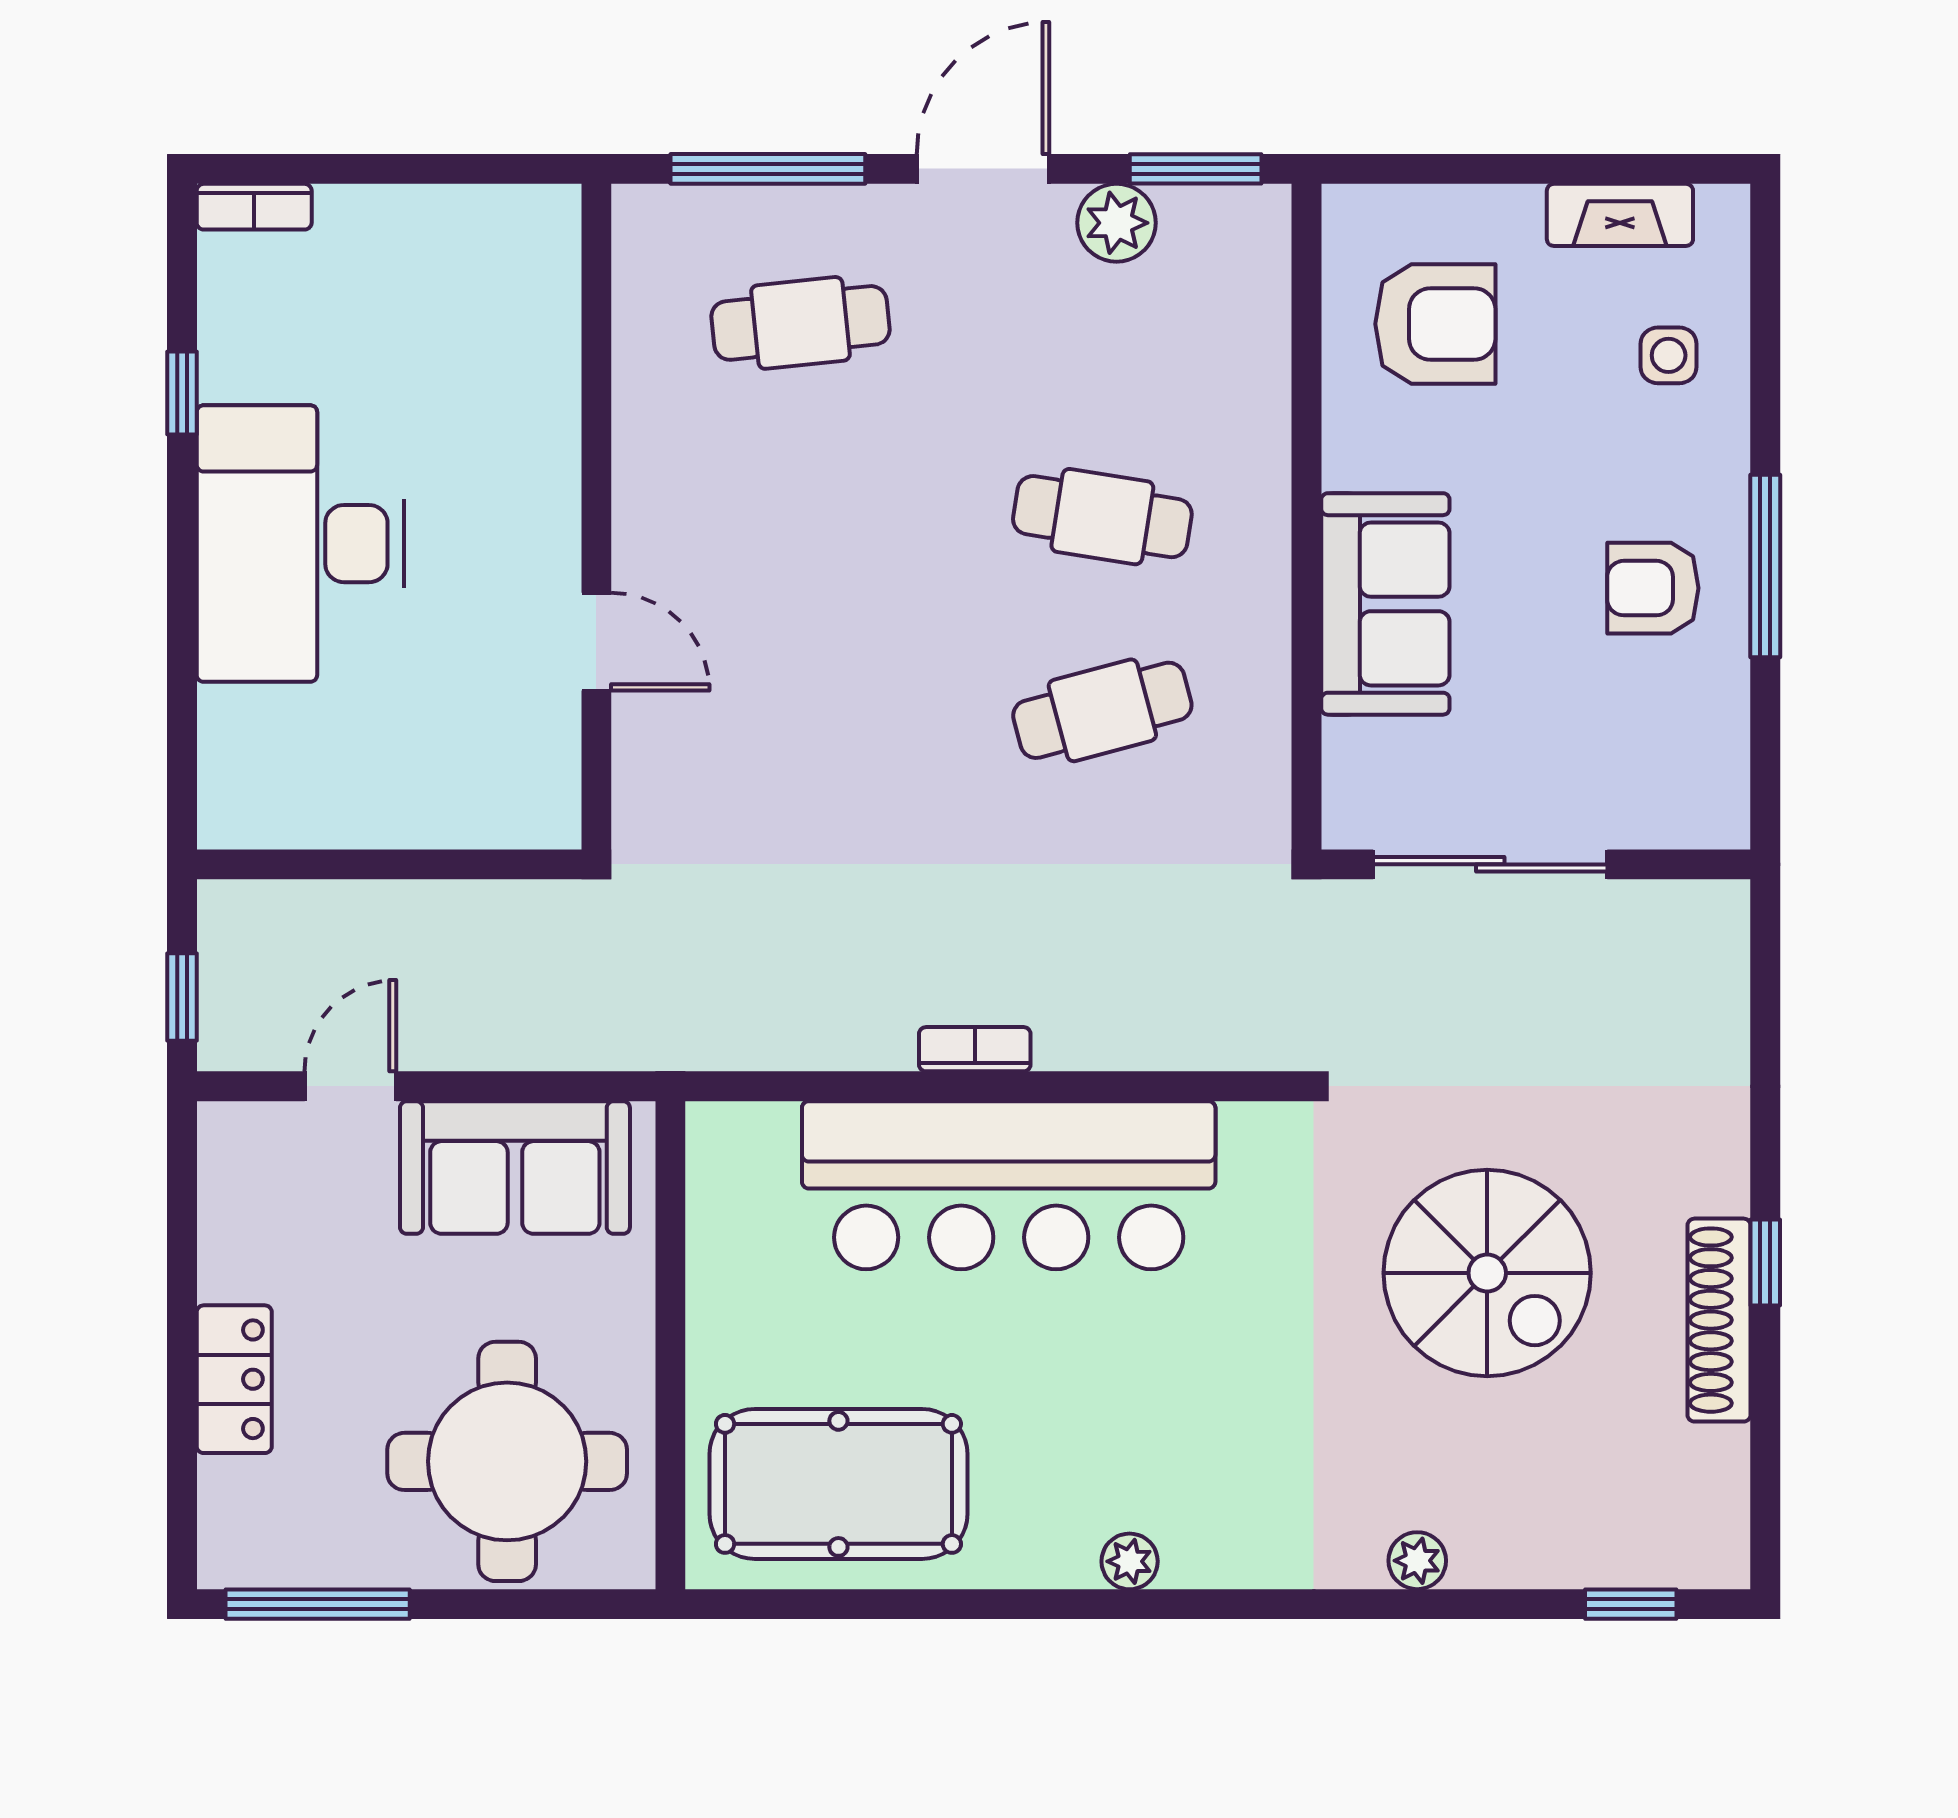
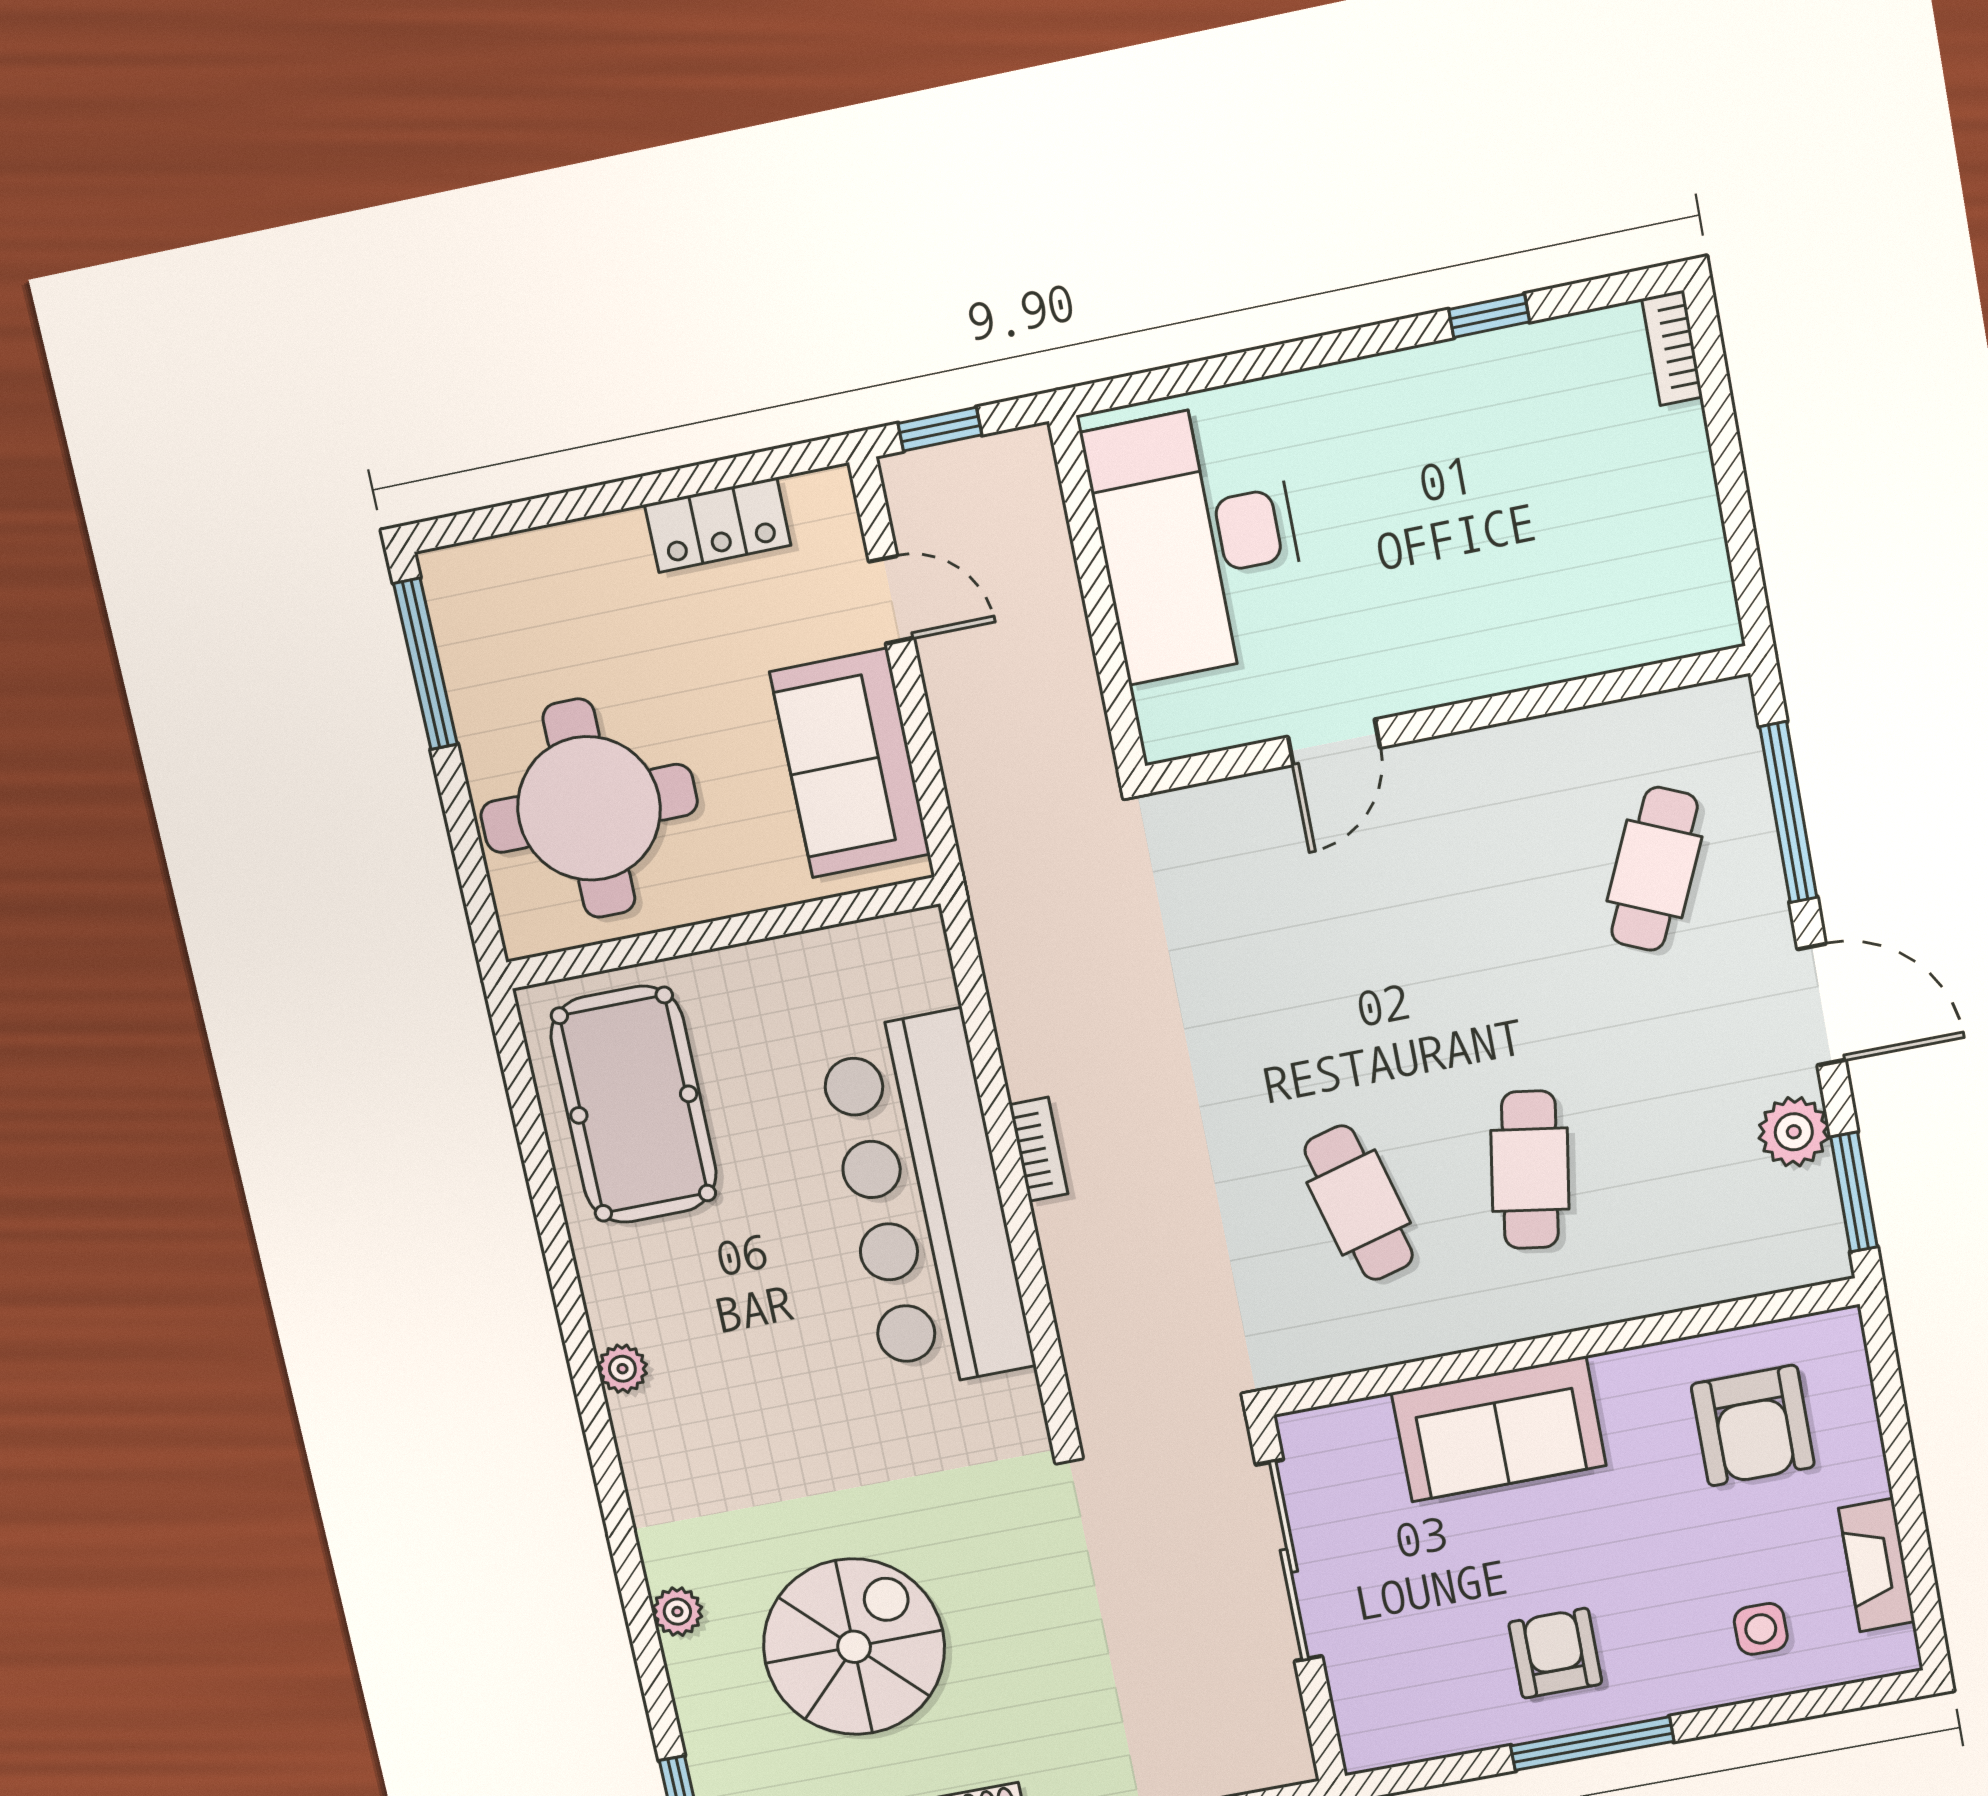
cafe table: (800, 323) -> (1654, 869), turned 30
desk: (300, 544) -> (1198, 540), moved, turned -90
spiral stairs: (1487, 1273) -> (854, 1647), moved, turned 180
locker: (234, 1379) -> (718, 525), moved

